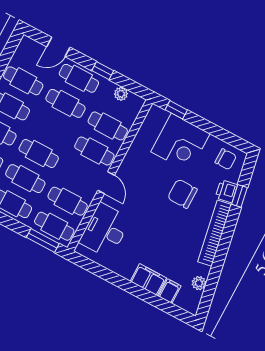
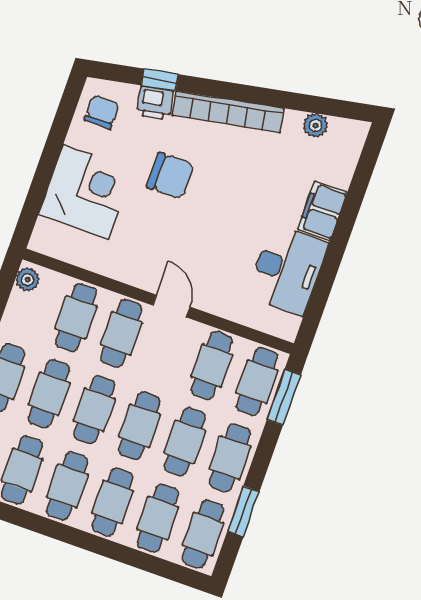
plant: (121, 94) -> (27, 280), moved
window: (176, 110) -> (32, 207), removed
cafe table: (52, 128) -> (94, 410), added
door: (106, 183) -> (171, 306), hinge flipped
chair: (182, 194) -> (170, 176), turned -90
desk: (105, 231) -> (287, 270), moved, turned -90
filing cabinet: (170, 291) -> (336, 172), removed

